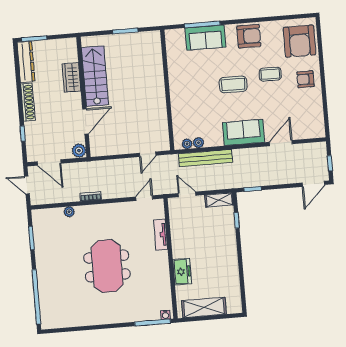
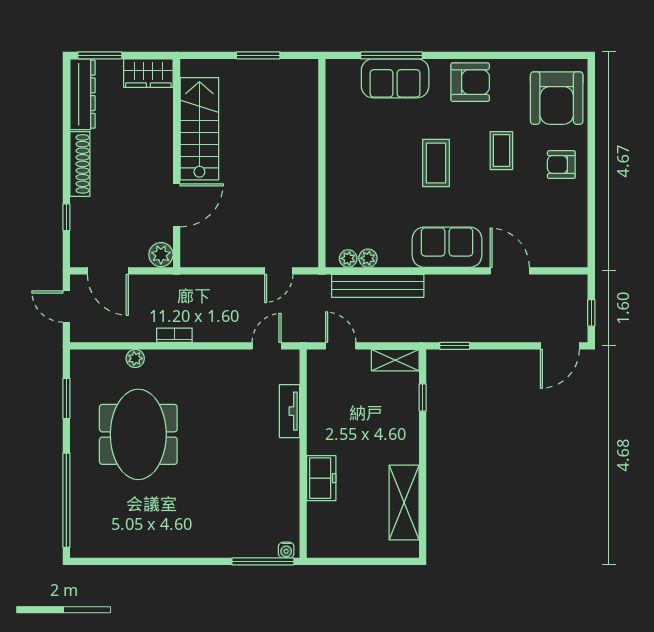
coffee table: (270, 74) -> (501, 151), turned 90
wardrobe: (72, 77) -> (148, 73), moved, turned -90
coffee table: (233, 84) -> (436, 163), turned 90
door: (281, 143) -> (510, 271), hinge flipped
meeting table: (107, 266) -> (138, 434), moved
shelving: (204, 307) -> (404, 503), moved, turned 90

